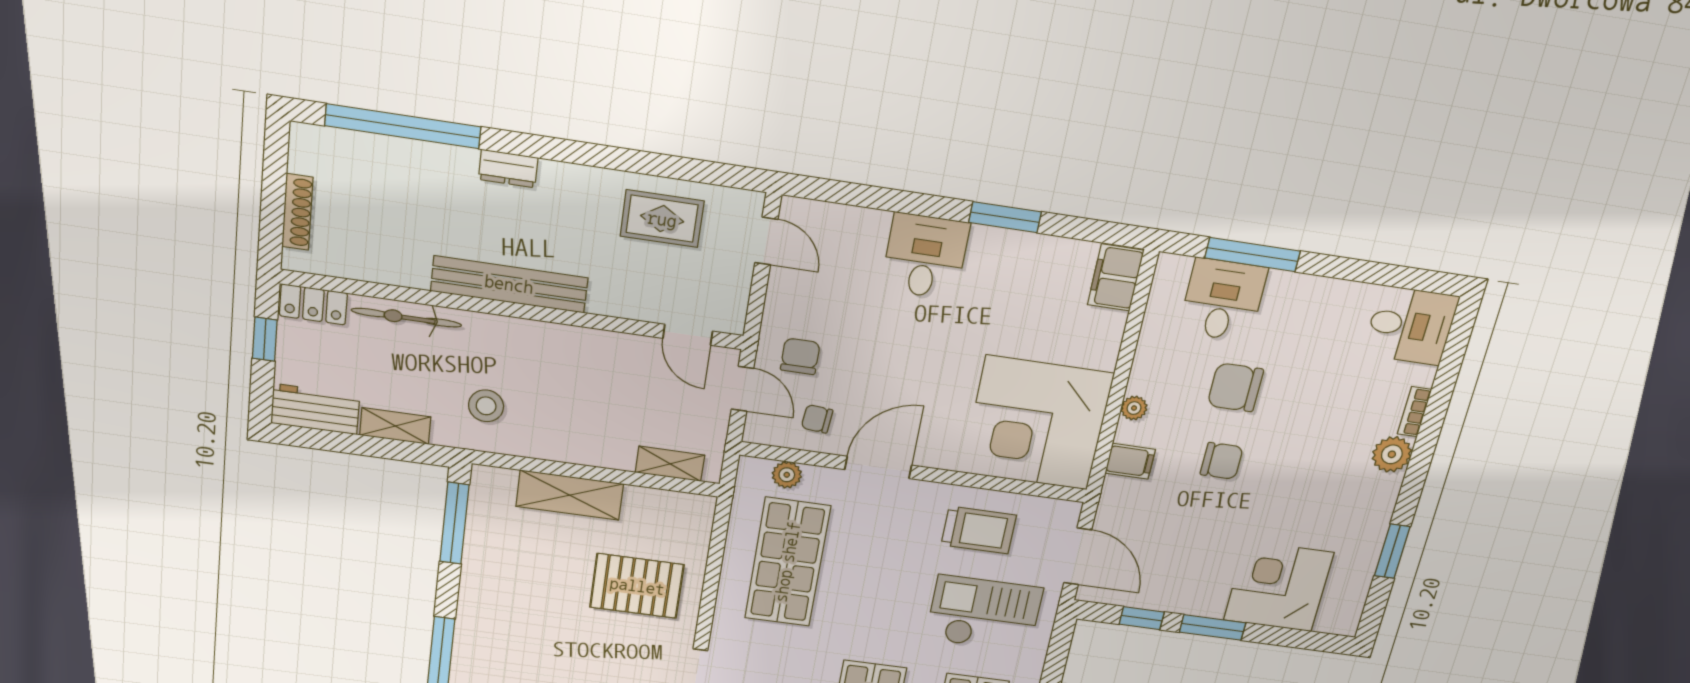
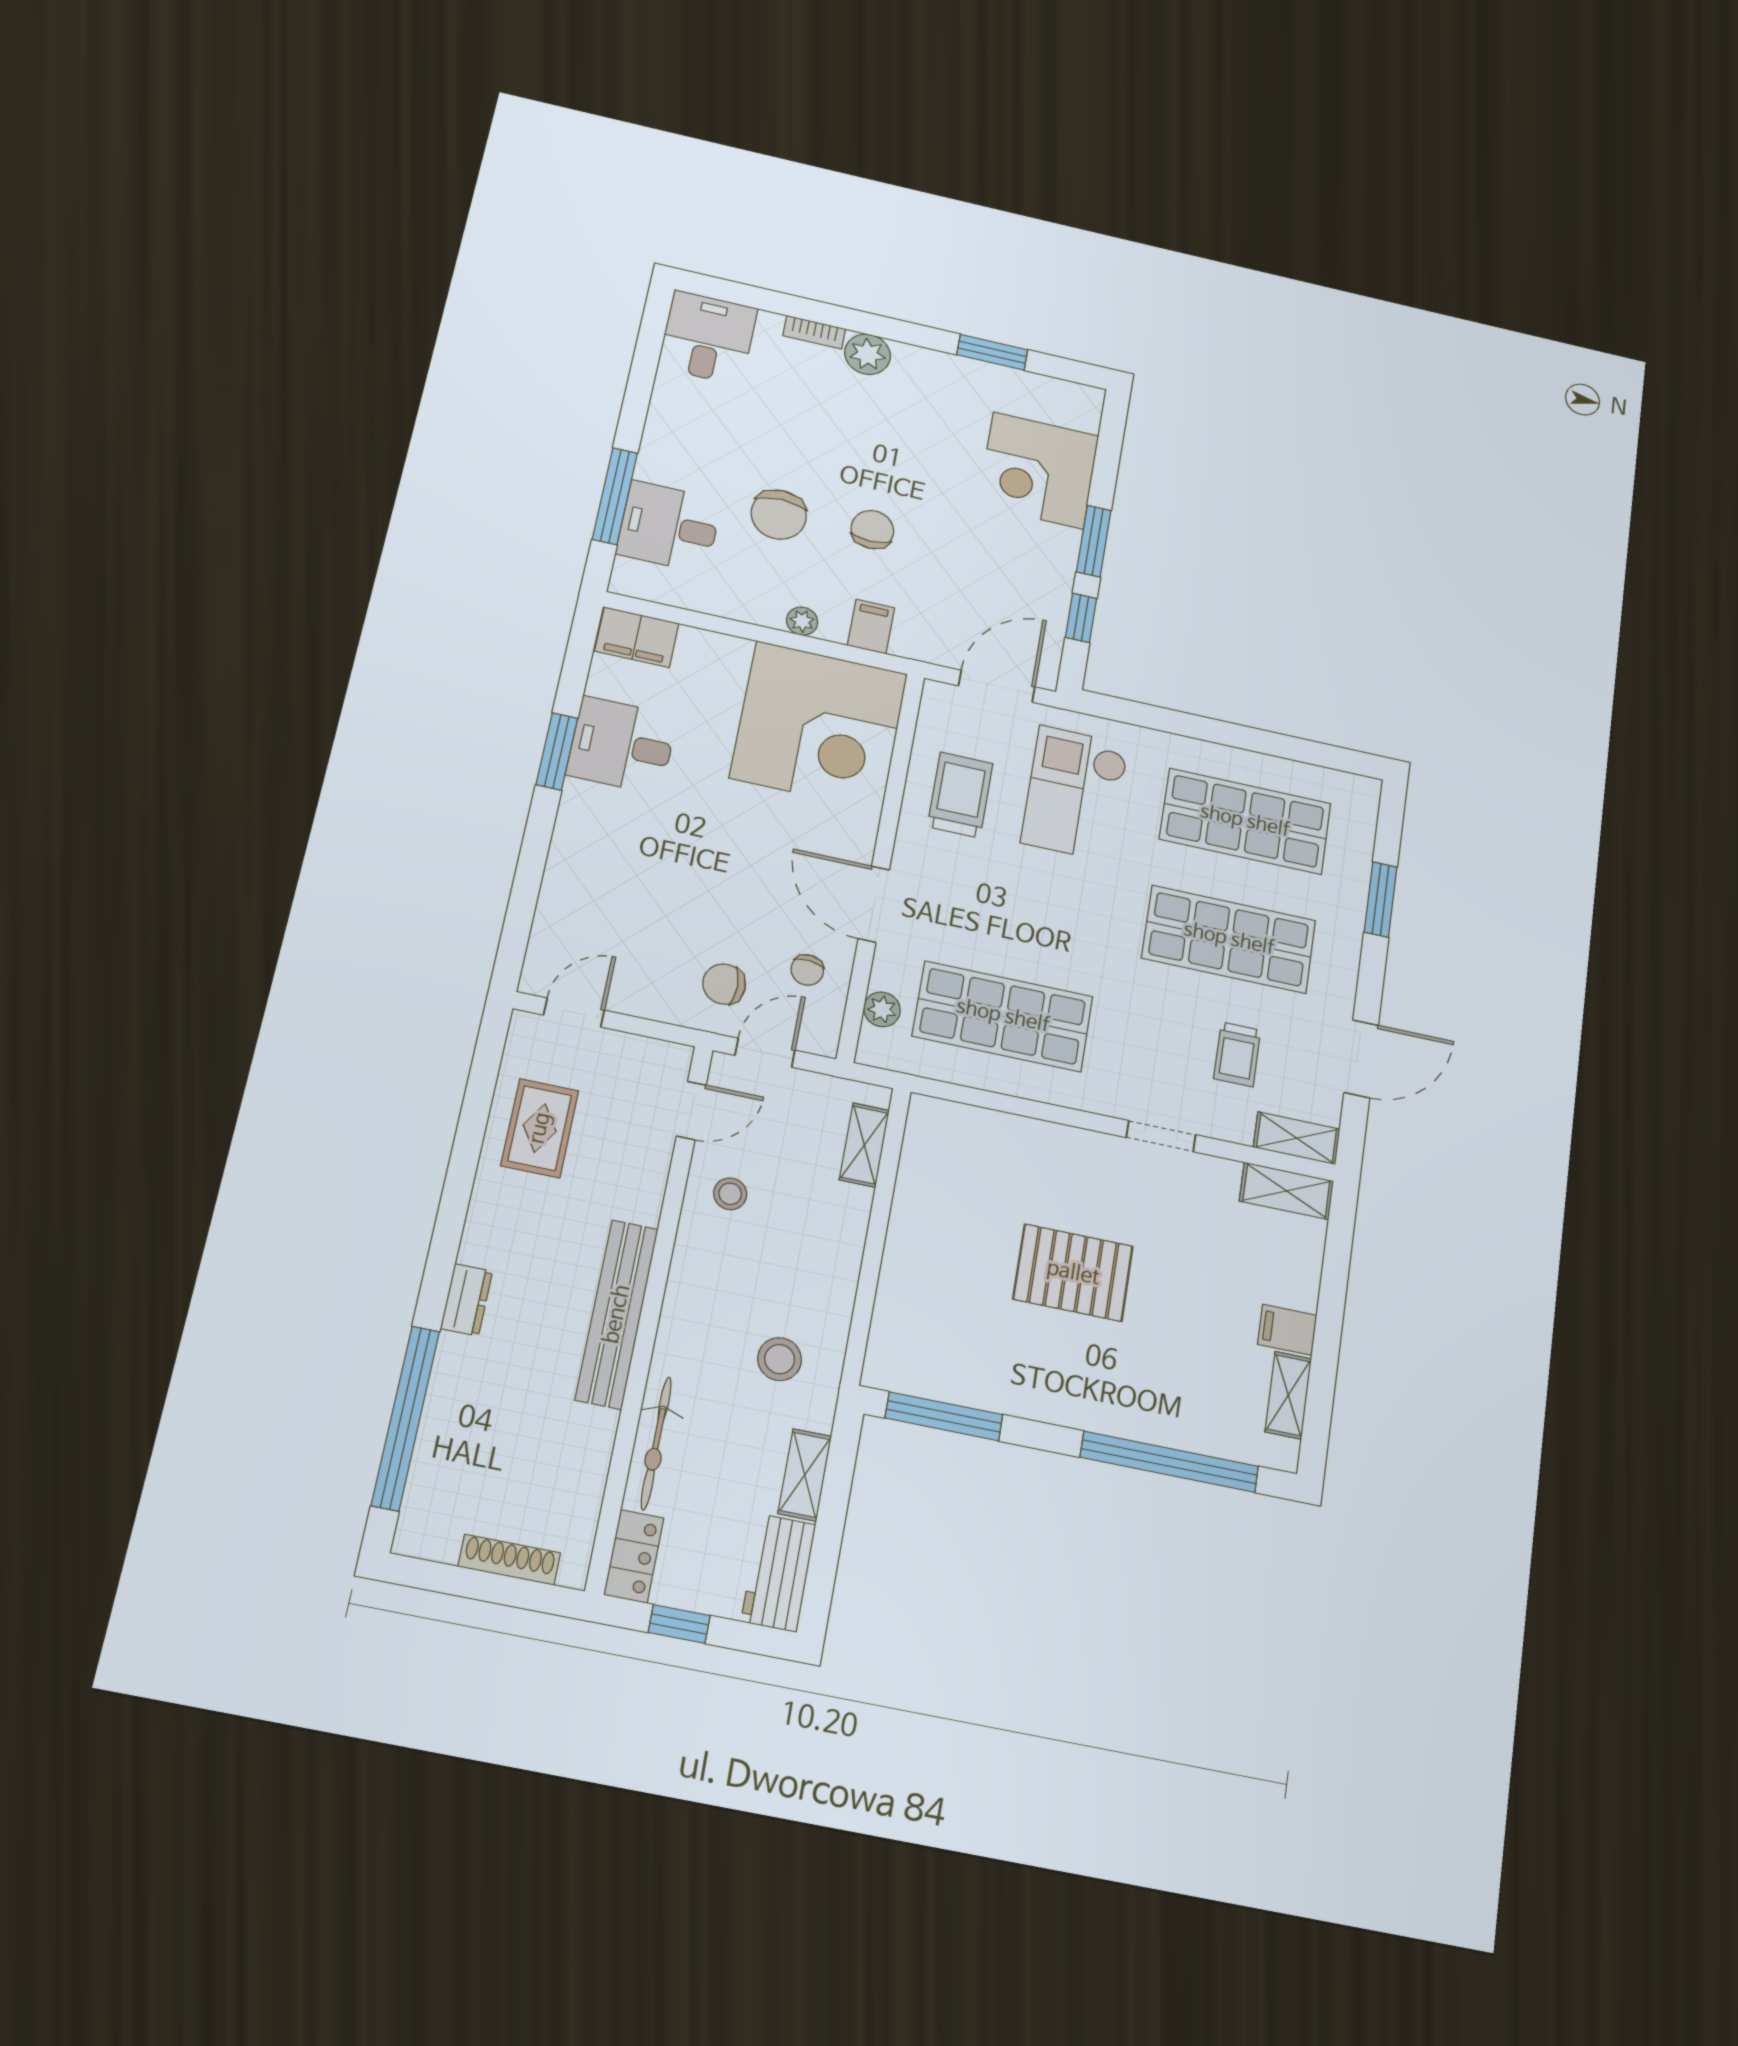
desk: (925, 256) -> (622, 745), moved
stool: (619, 366) -> (730, 1194), added
shelving: (570, 495) -> (906, 1269), removed
pallet: (637, 586) -> (1073, 1273), moved, turned 90

